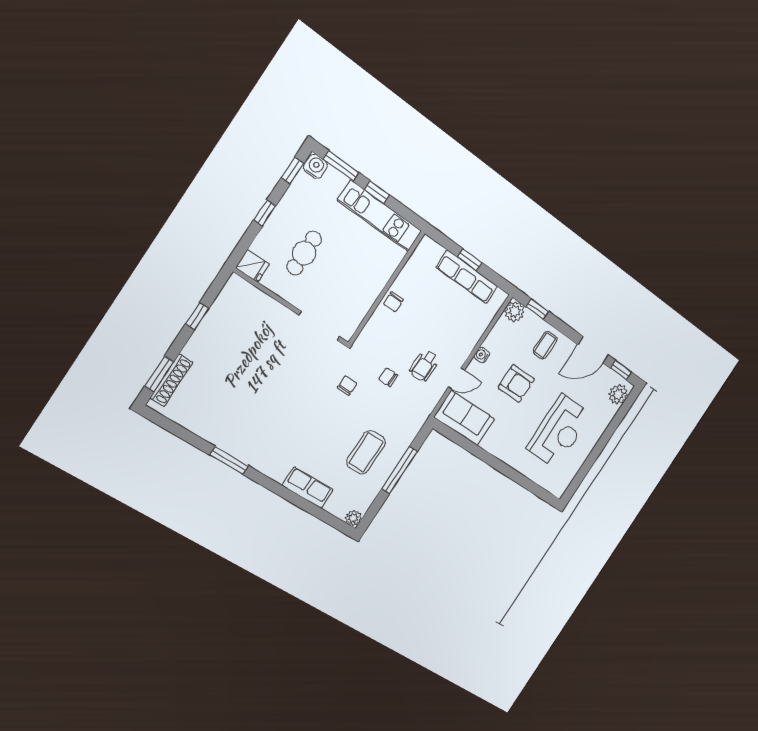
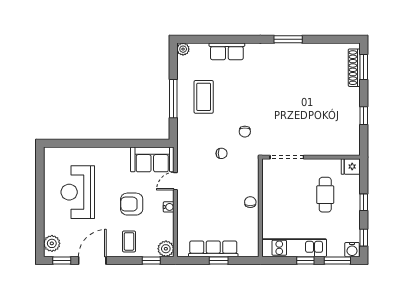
wheelchair: (424, 366) -> (203, 176), removed

